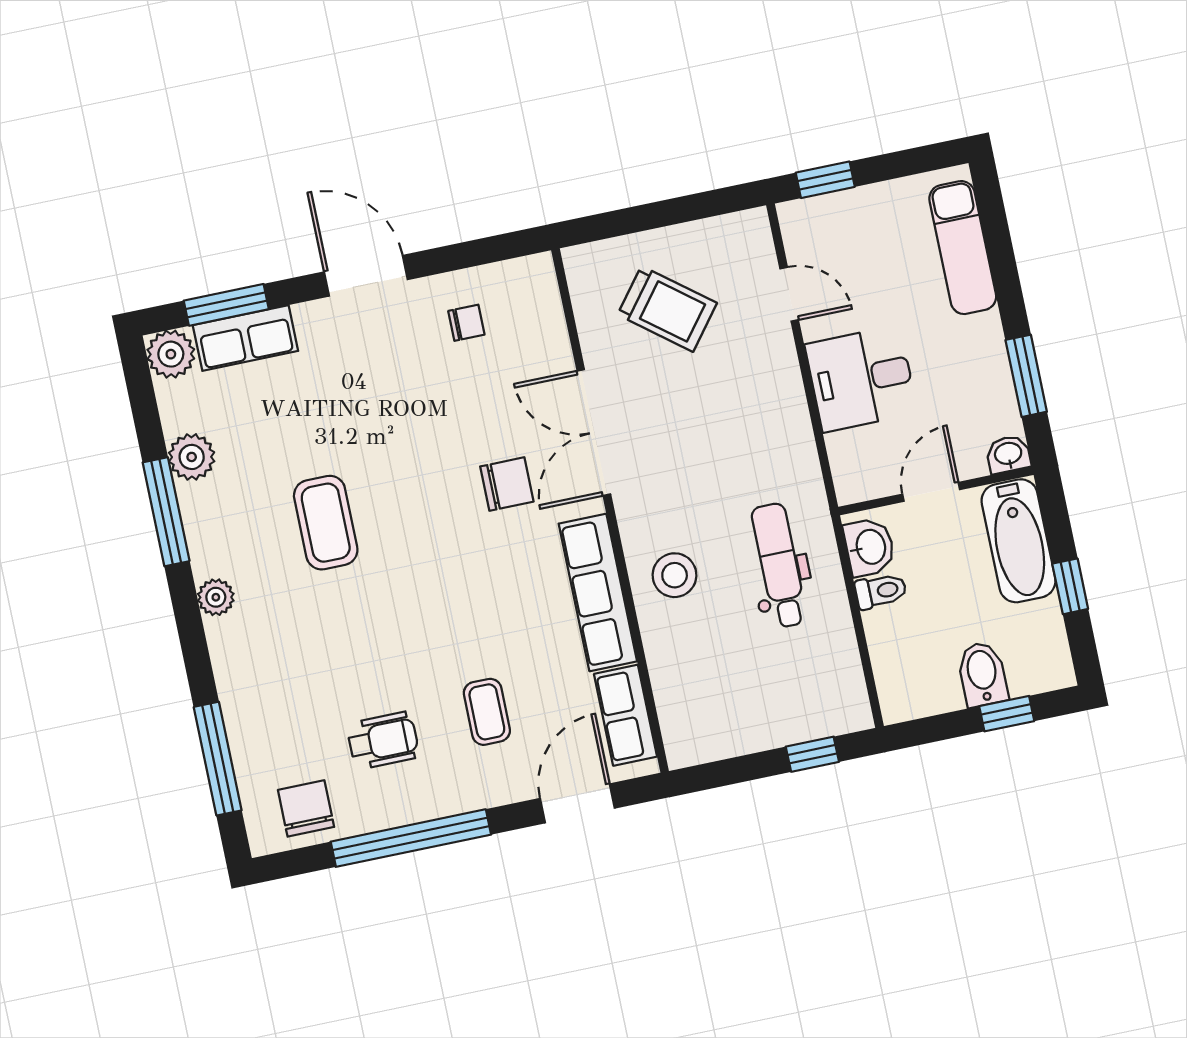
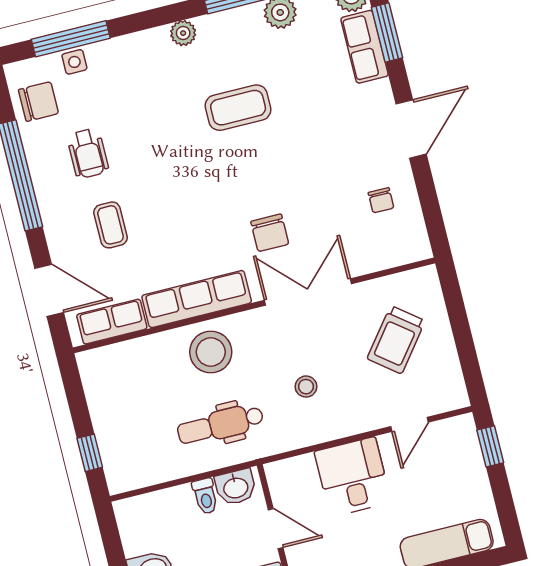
stool: (729, 441) -> (306, 387), added
dental chair: (779, 565) -> (220, 425), turned 180
stool: (675, 575) -> (211, 352), width x1.38, depth x1.38
coffee table: (487, 712) -> (111, 225), turned 90
side table: (251, 755) -> (74, 62), added

